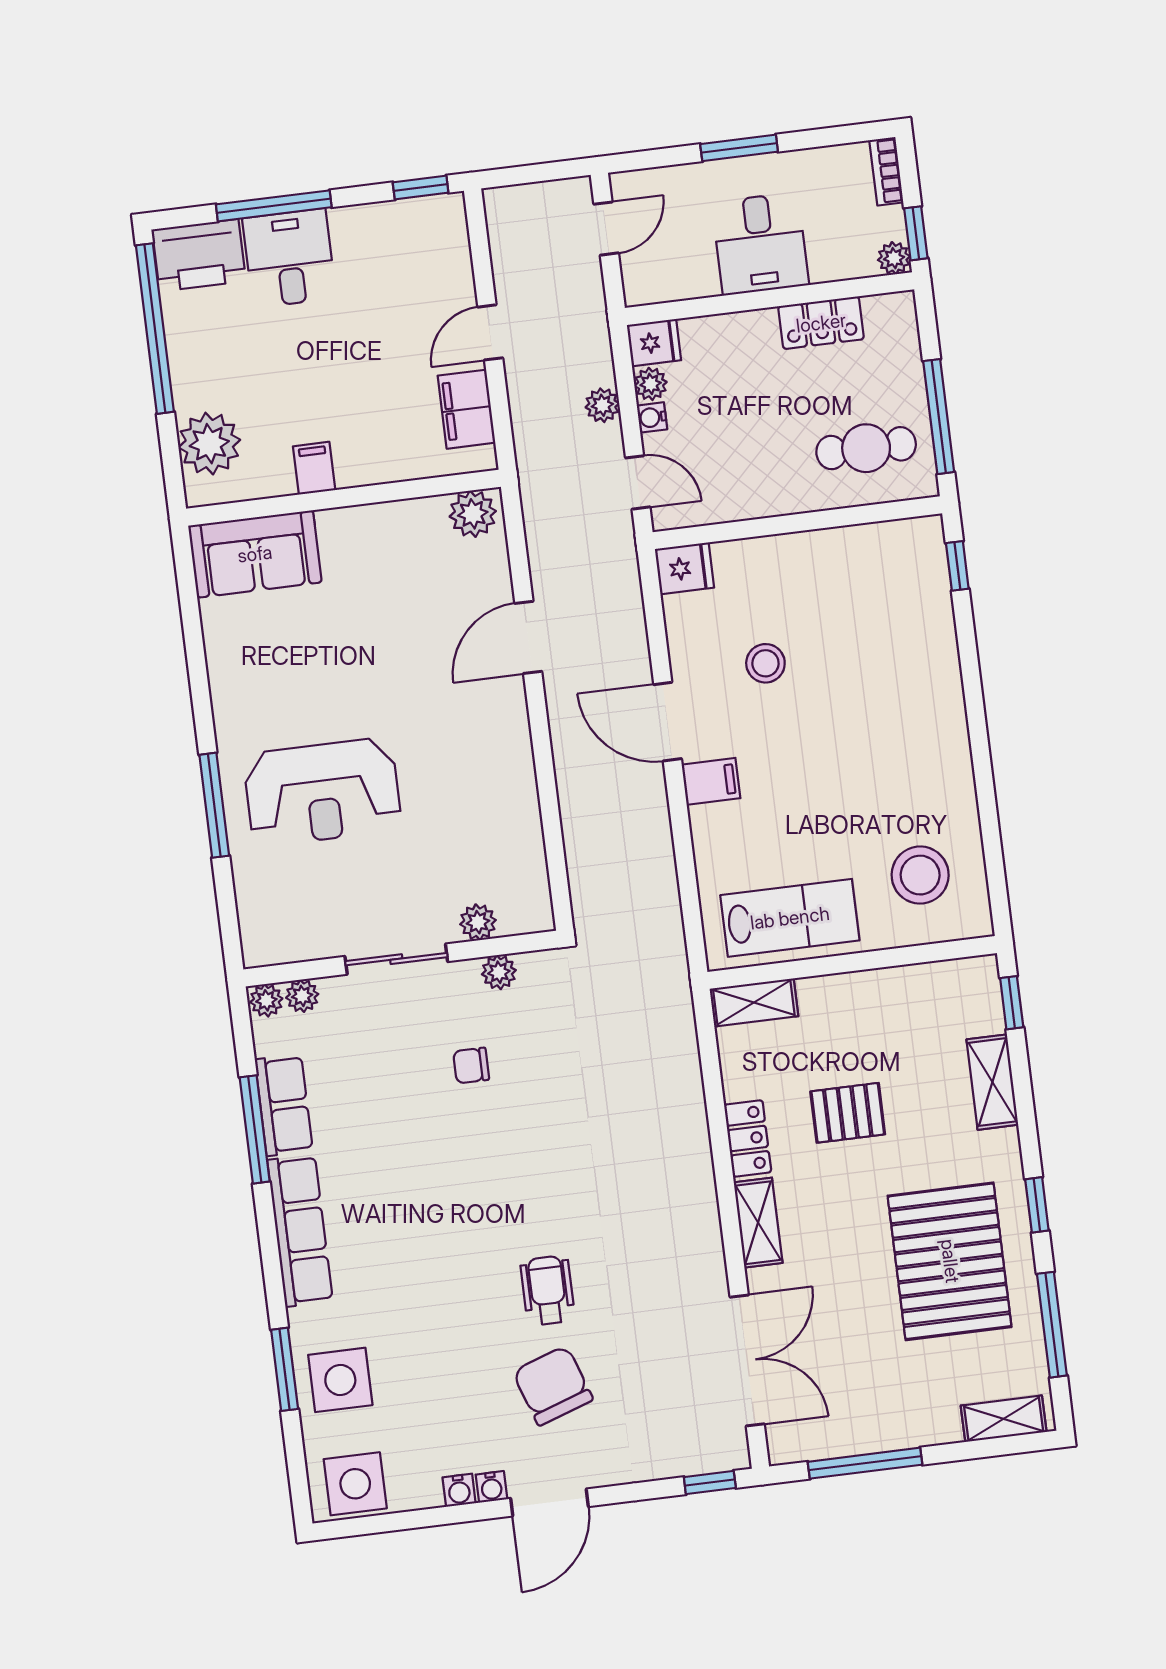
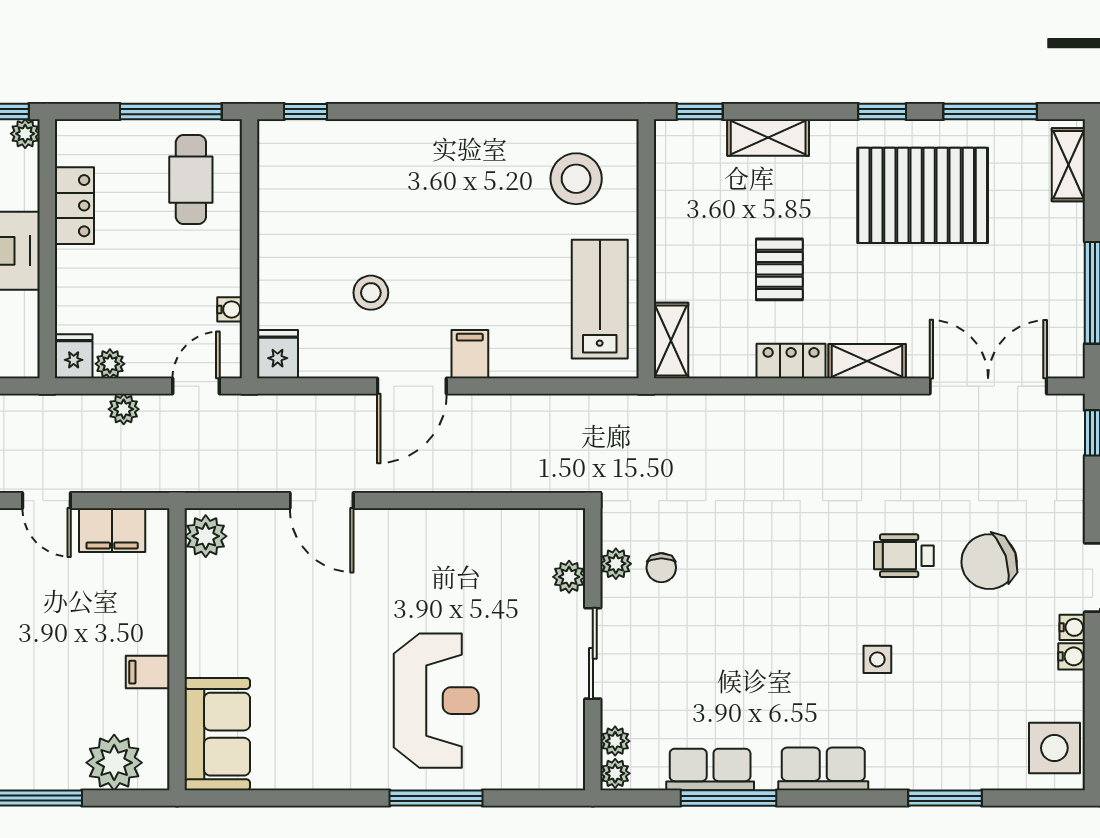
water cooler: (652, 417) -> (230, 309), moved, turned -90
chair: (471, 1066) -> (661, 568), moved
row of seats: (300, 1230) -> (823, 769), width x0.68
side table: (340, 1380) -> (877, 659), moved, width x0.54, depth x0.54

